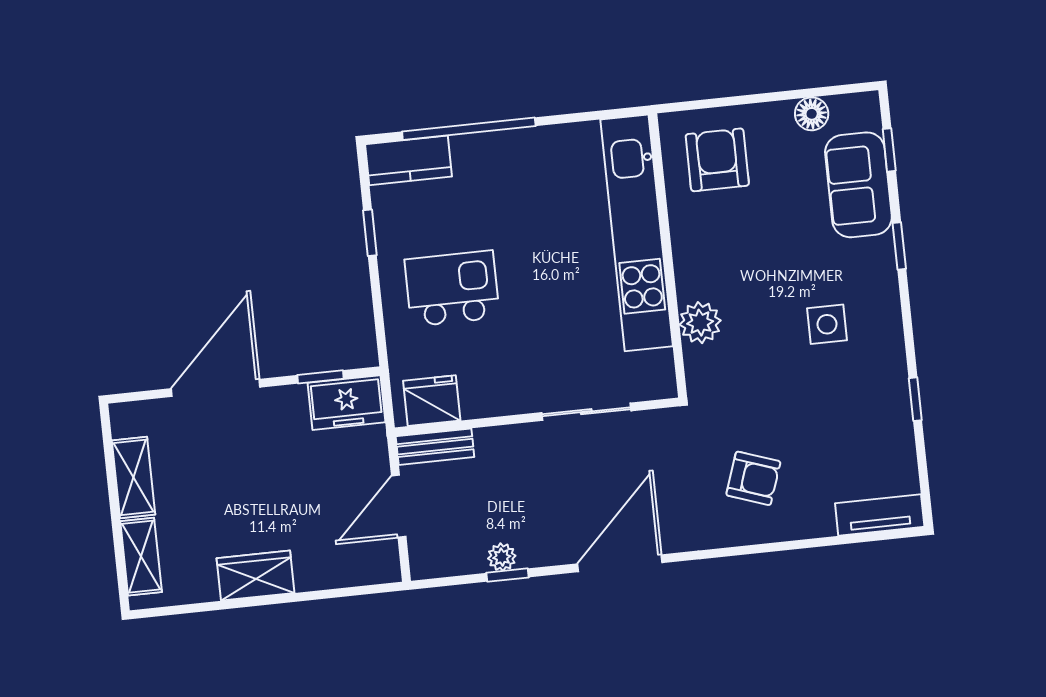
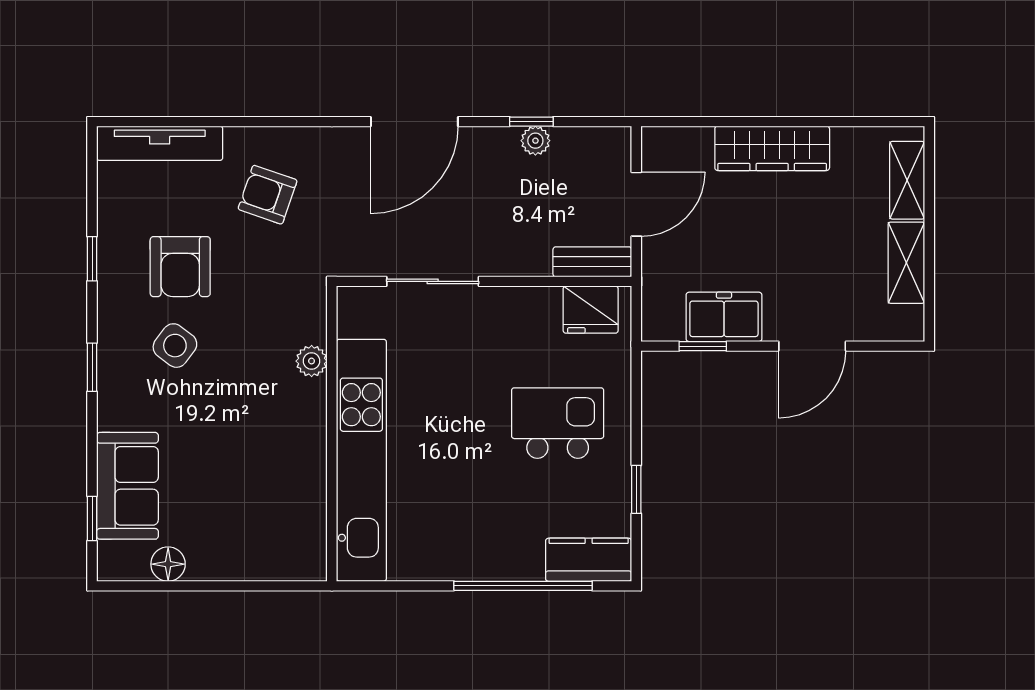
armchair: (717, 160) -> (180, 267), moved
window: (899, 246) -> (92, 367), moved
kitchen island: (452, 288) -> (558, 423), turned 180
plant: (700, 323) -> (312, 361), width x0.73, depth x0.73
side table: (827, 324) -> (175, 346), turned 37
door: (216, 388) -> (812, 346), width x0.73
freezer: (347, 403) -> (724, 317), moved
tv unit: (880, 515) -> (160, 143), width x1.41
wardrobe: (256, 576) -> (772, 148), width x1.50

